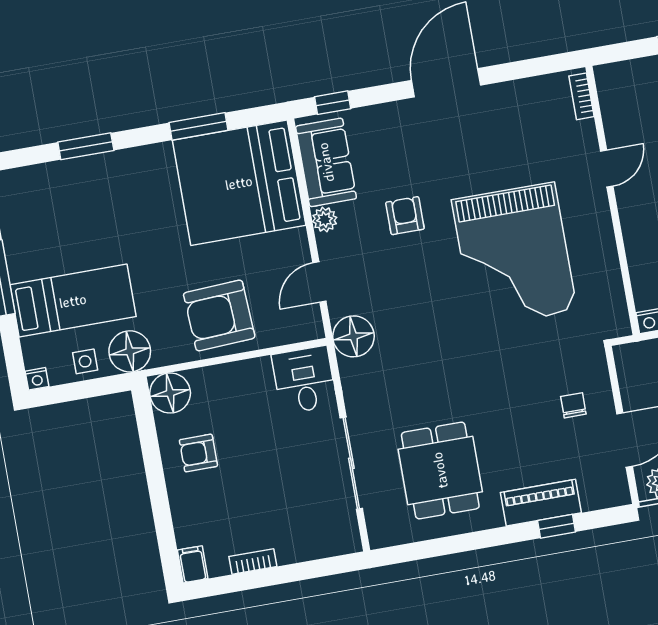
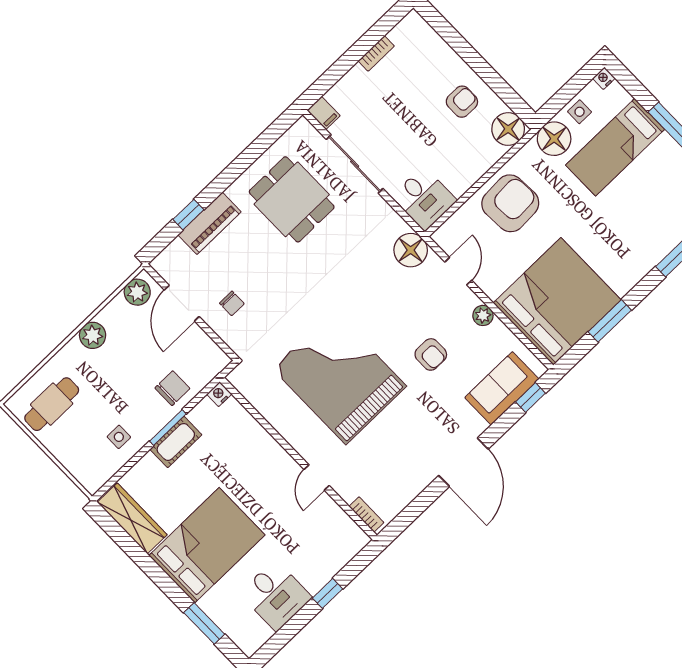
sofa: (326, 162) -> (502, 388), moved, turned 90
filing cabinet: (193, 564) -> (324, 113), moved

